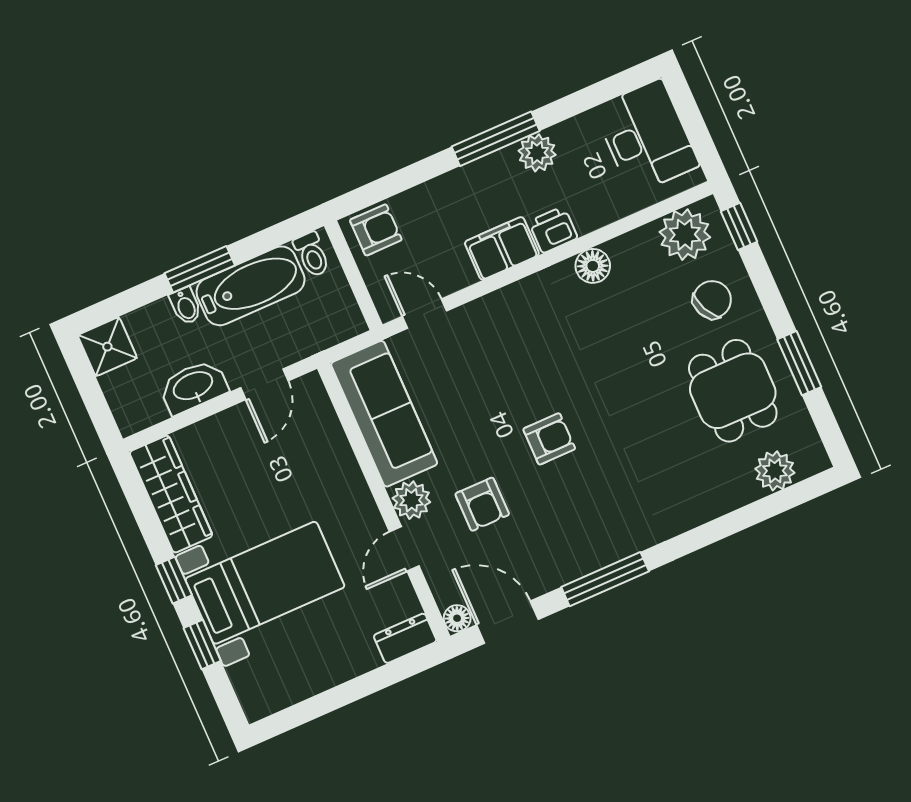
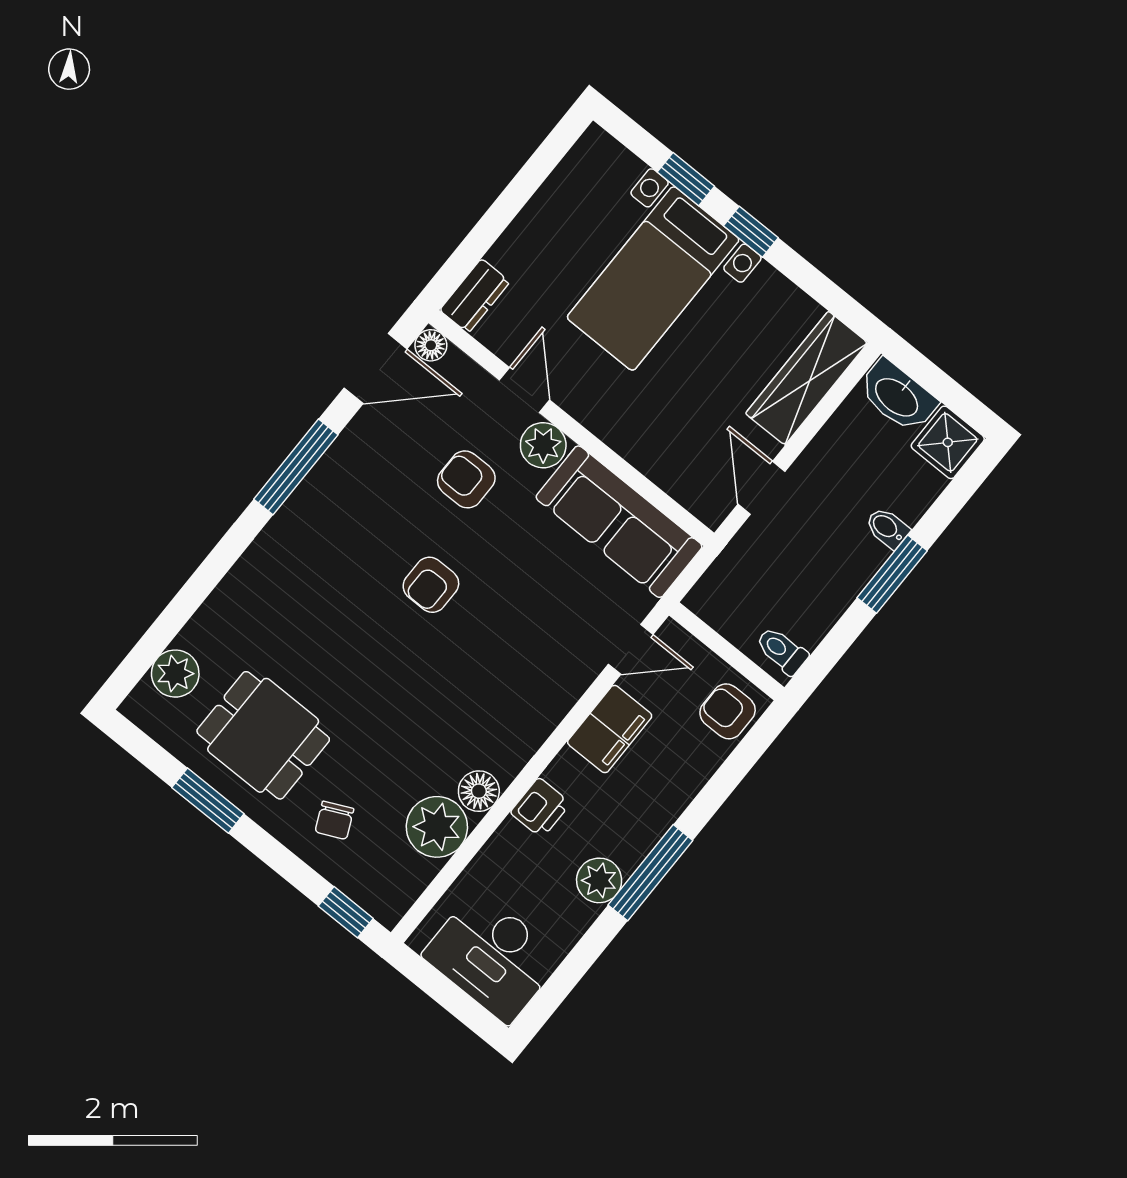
armchair: (376, 230) -> (728, 711), turned 90
plant: (685, 235) -> (437, 827), moved
filing cabinet: (502, 248) -> (610, 729), moved
bathtub: (251, 286) -> (830, 584), removed
chair: (712, 300) -> (334, 820), width x0.73, depth x0.73
washbasin: (193, 387) -> (897, 396), moved, turned 90
wardrobe: (171, 494) -> (807, 378), moved, turned 90

